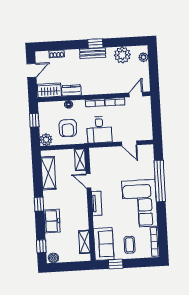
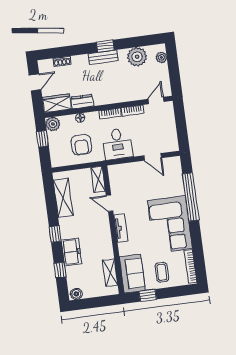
plant: (46, 140) -> (53, 124), moved
window: (41, 246) -> (60, 270), moved

